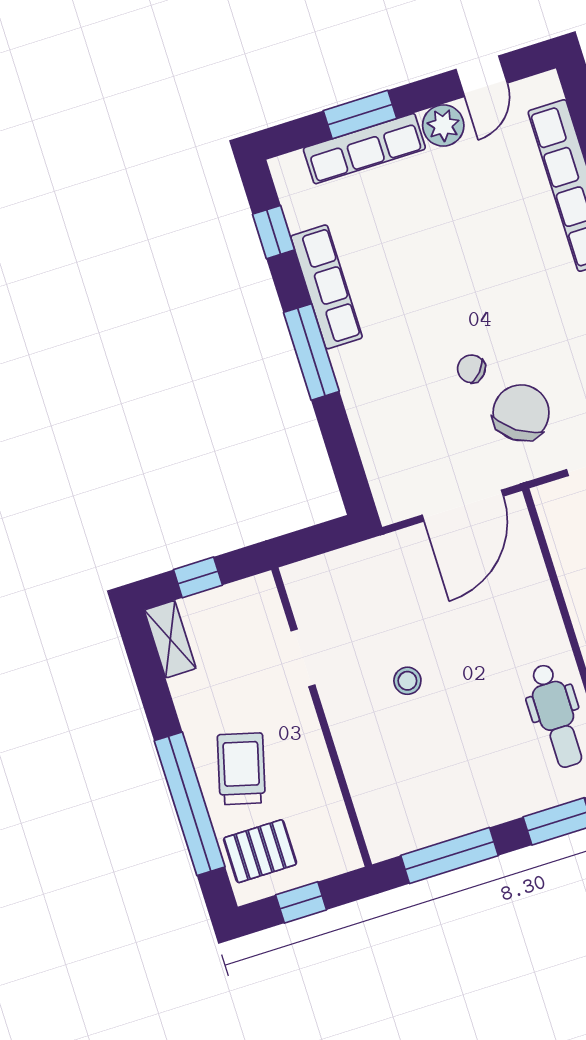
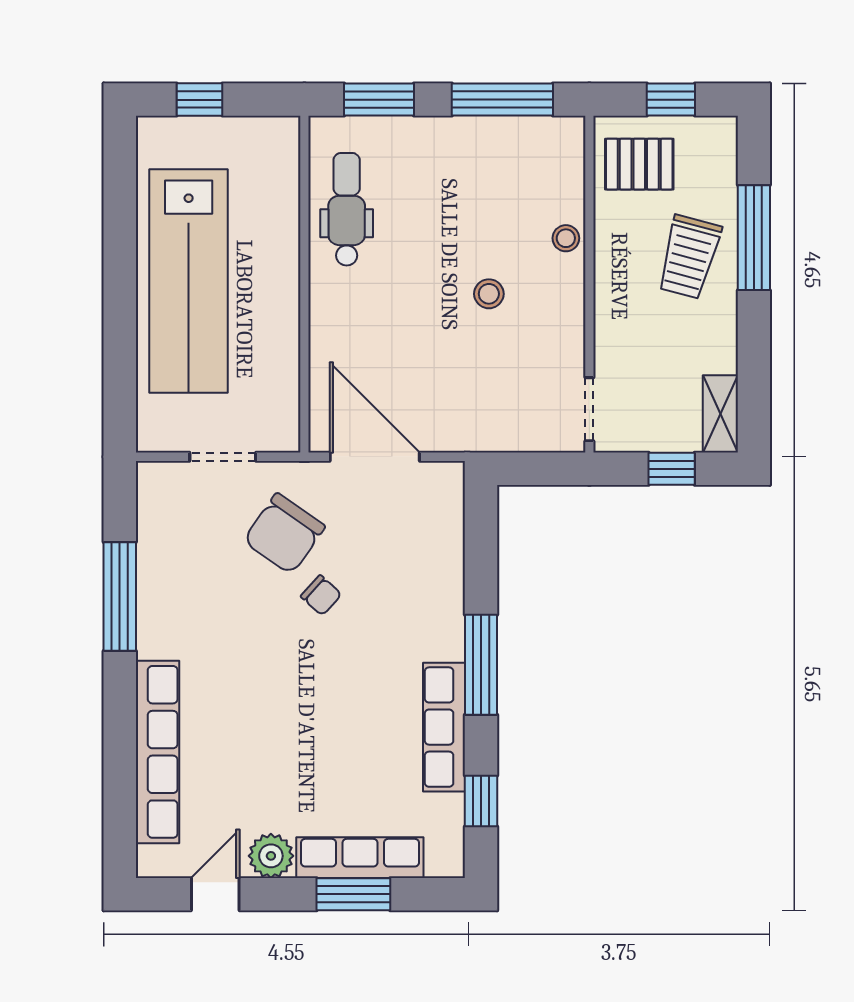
door: (463, 506) -> (375, 457), hinge flipped
doorway: (303, 658) -> (589, 409), moved
stool: (355, 751) -> (566, 238), added
window: (190, 804) -> (754, 238), width x0.68
pallet: (260, 851) -> (639, 164), moved

